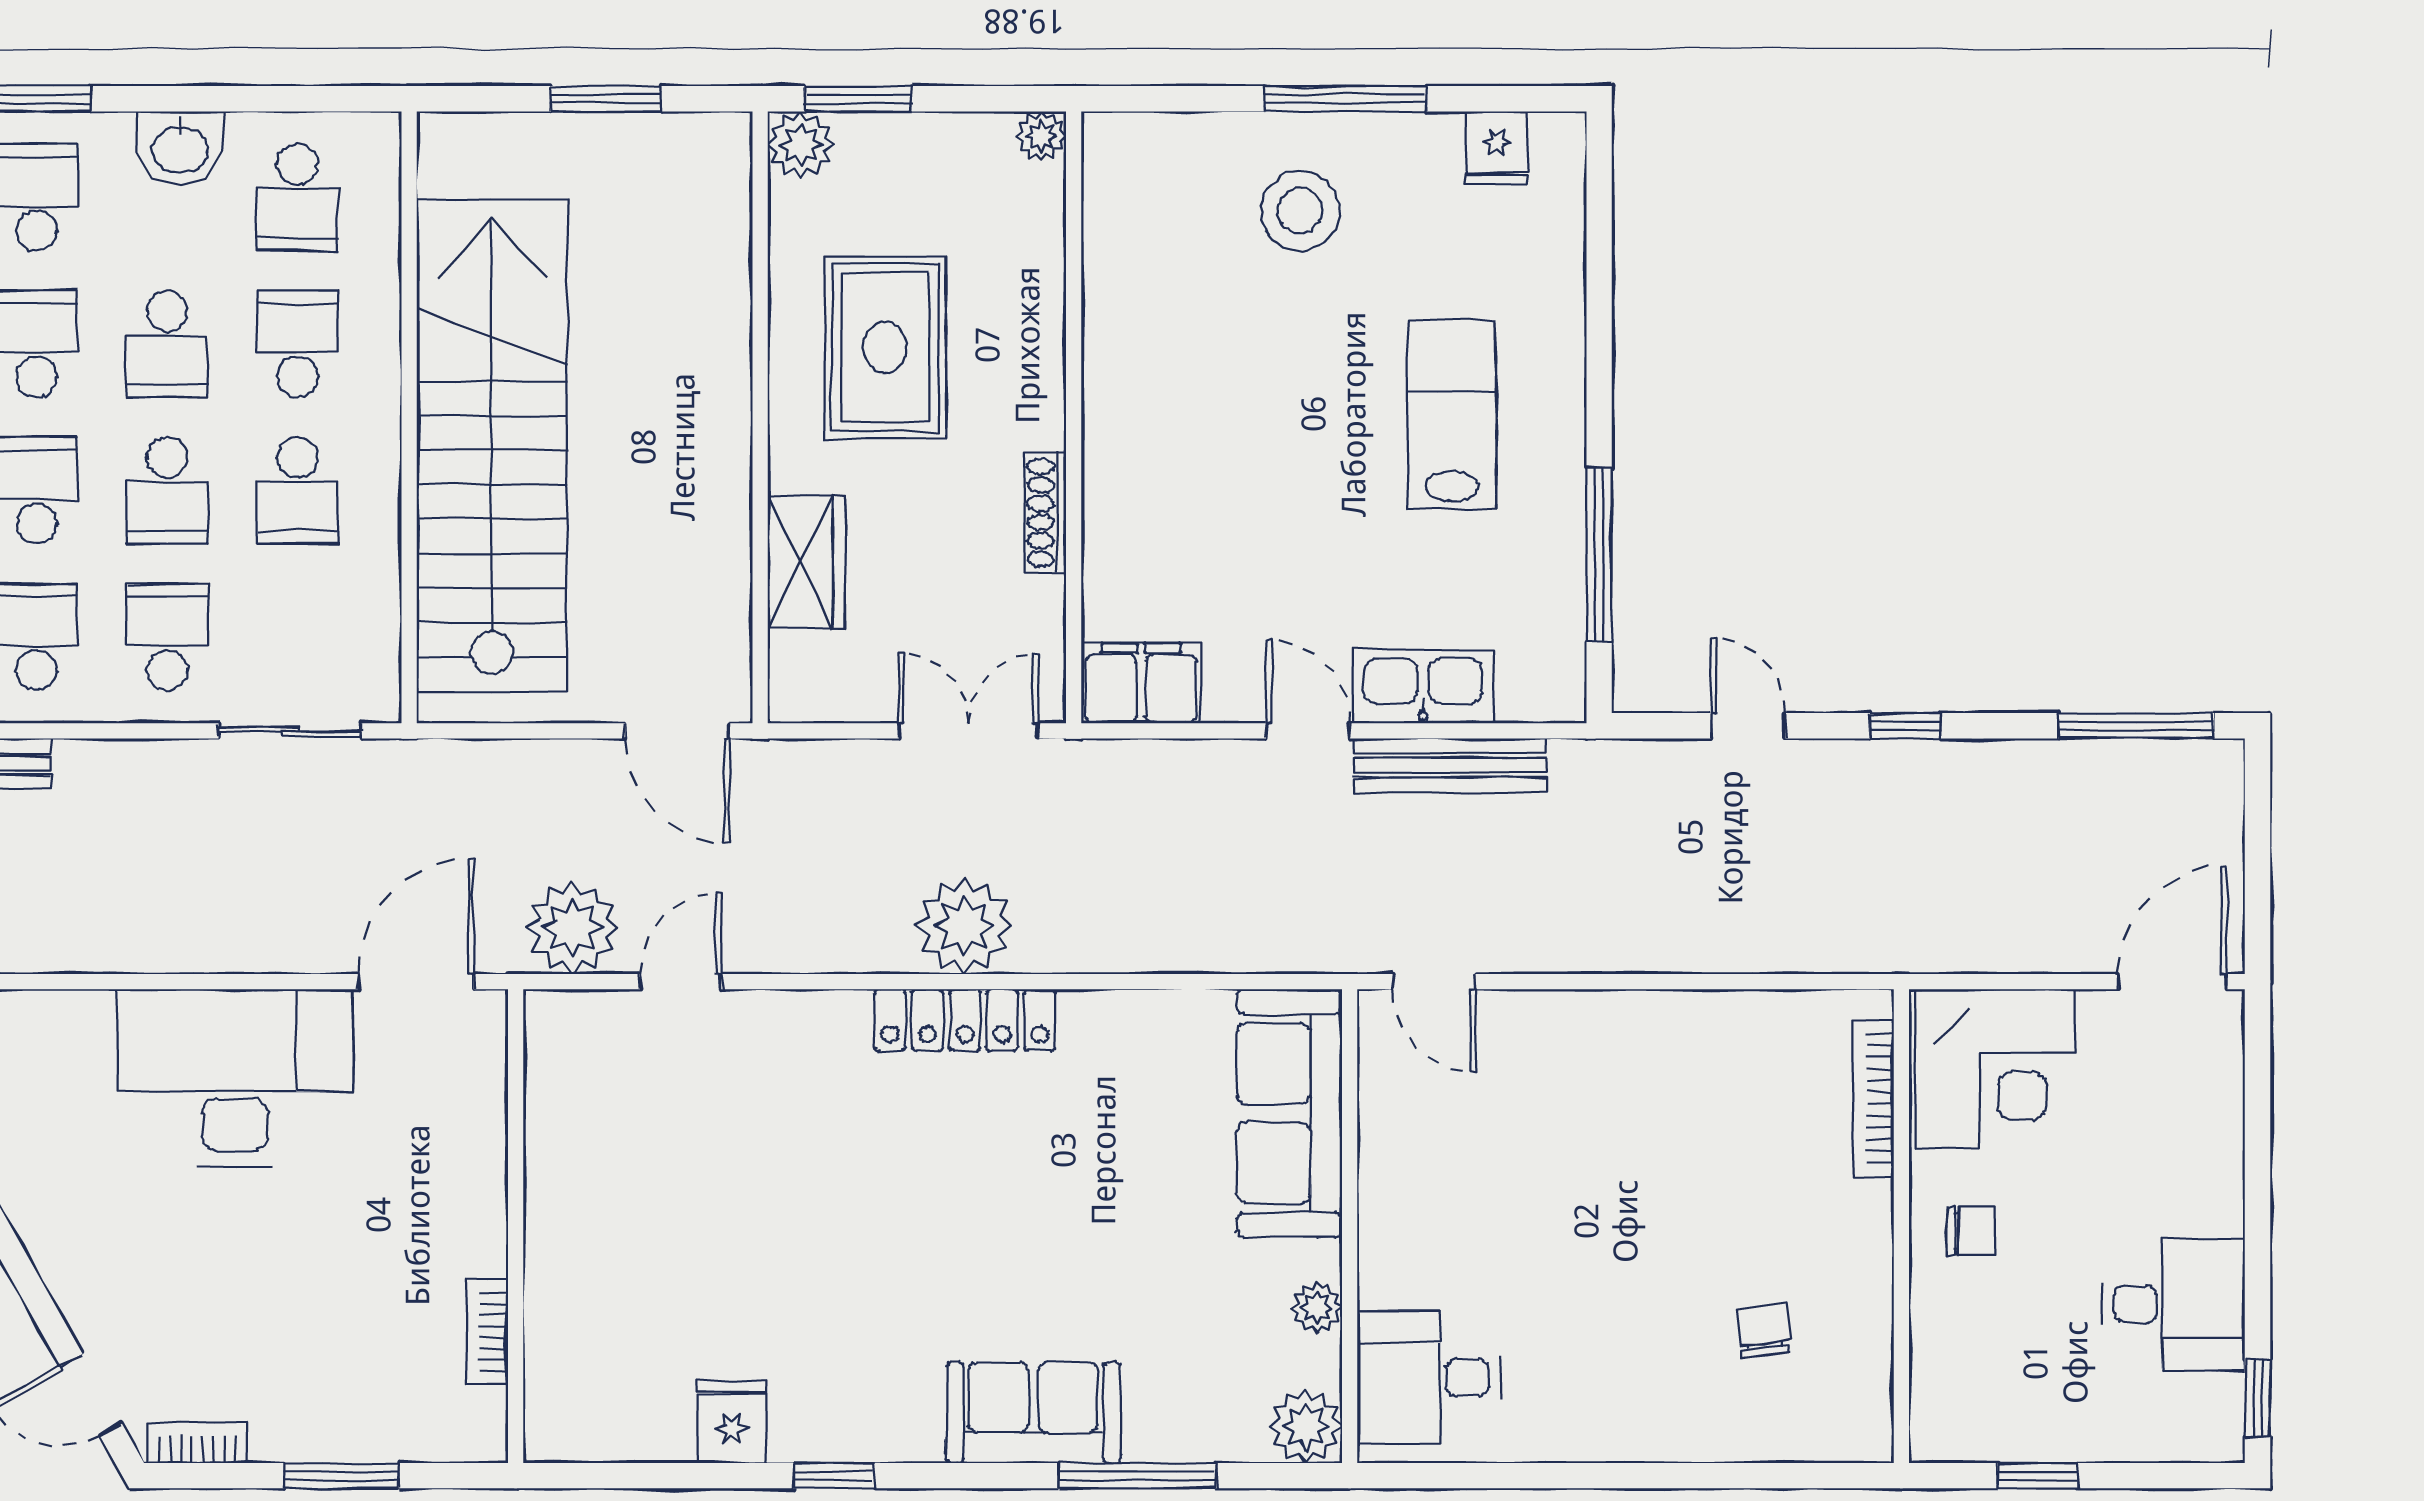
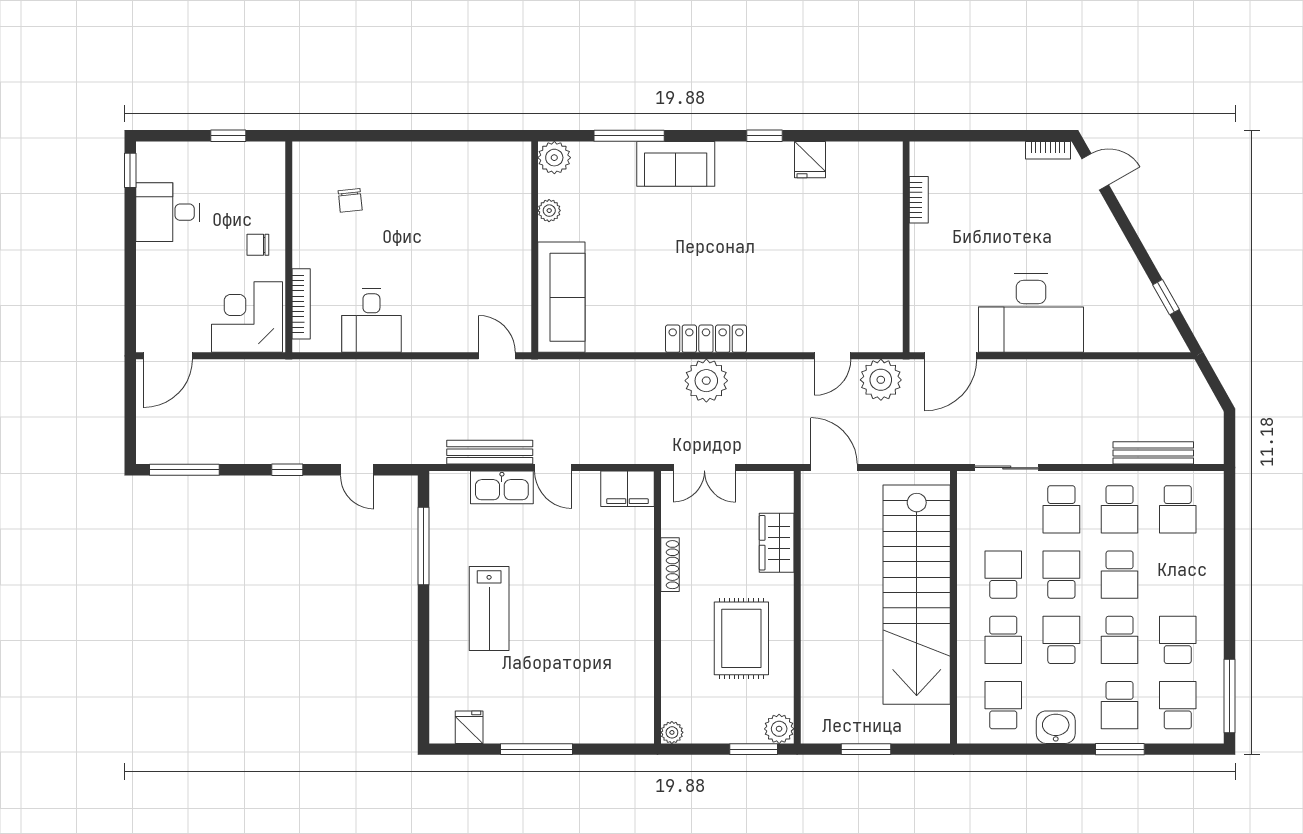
stool: (1300, 211) -> (557, 699), removed
desk: (1429, 1377) -> (371, 321), moved, turned 90
window: (341, 1476) -> (984, 136), removed

